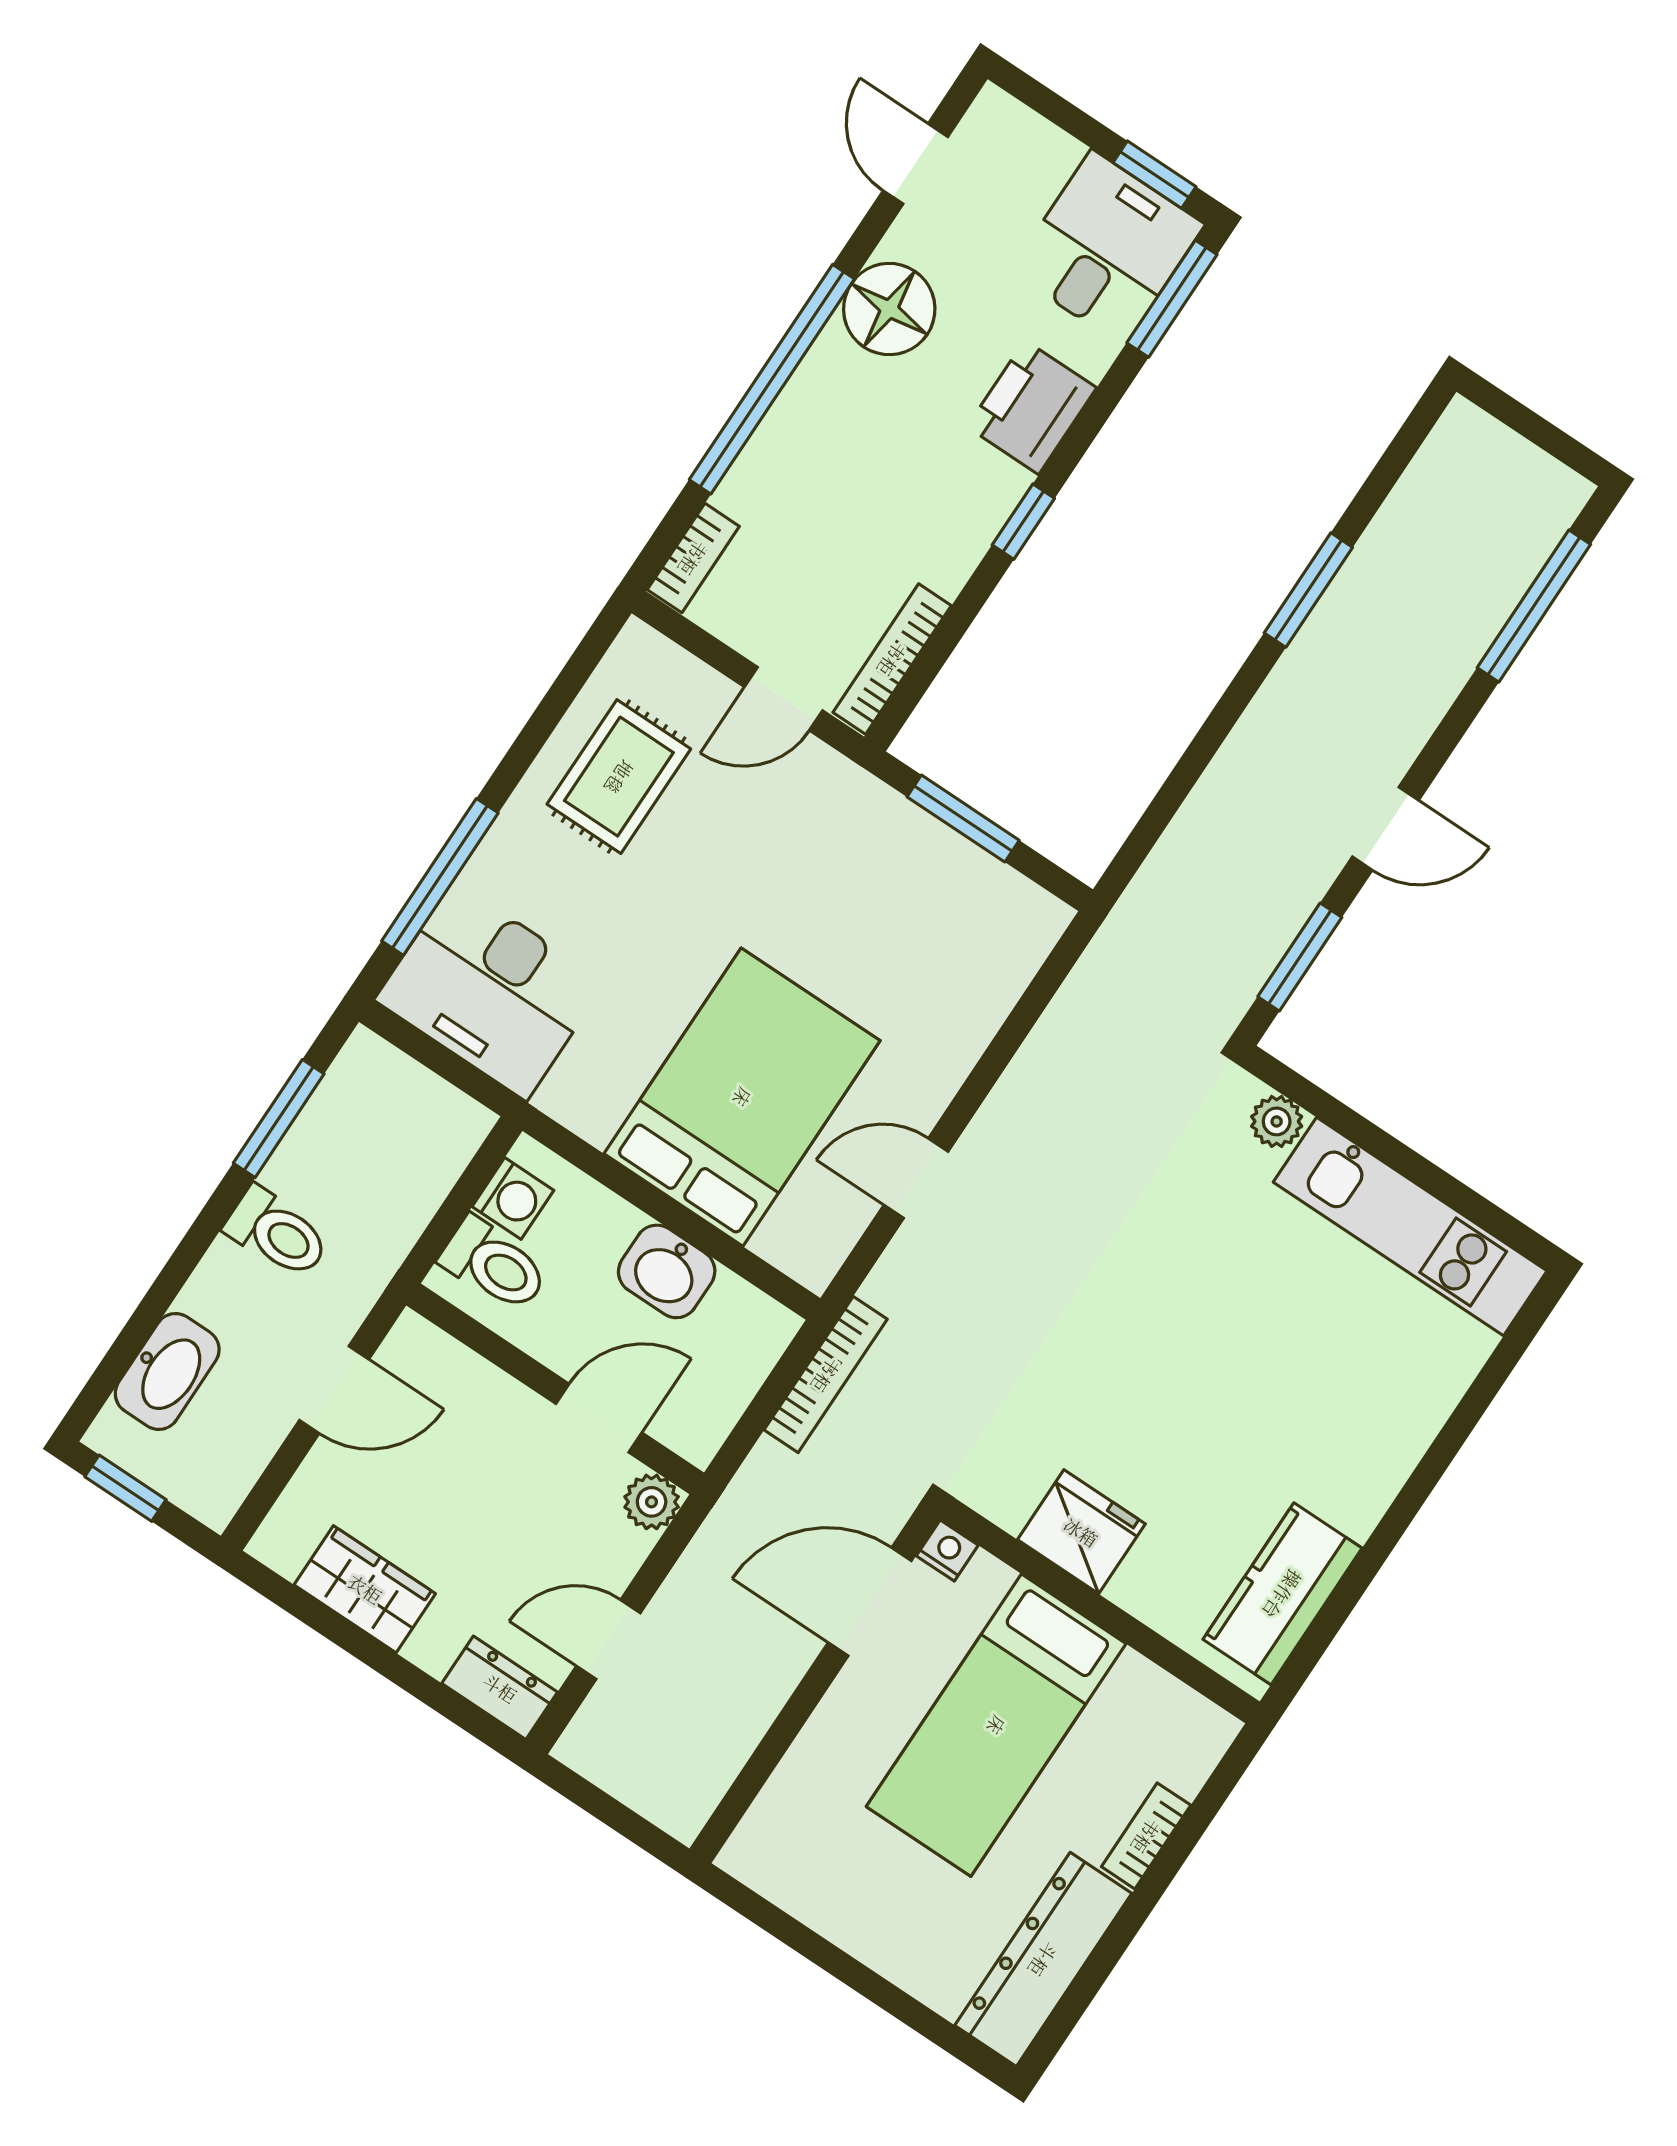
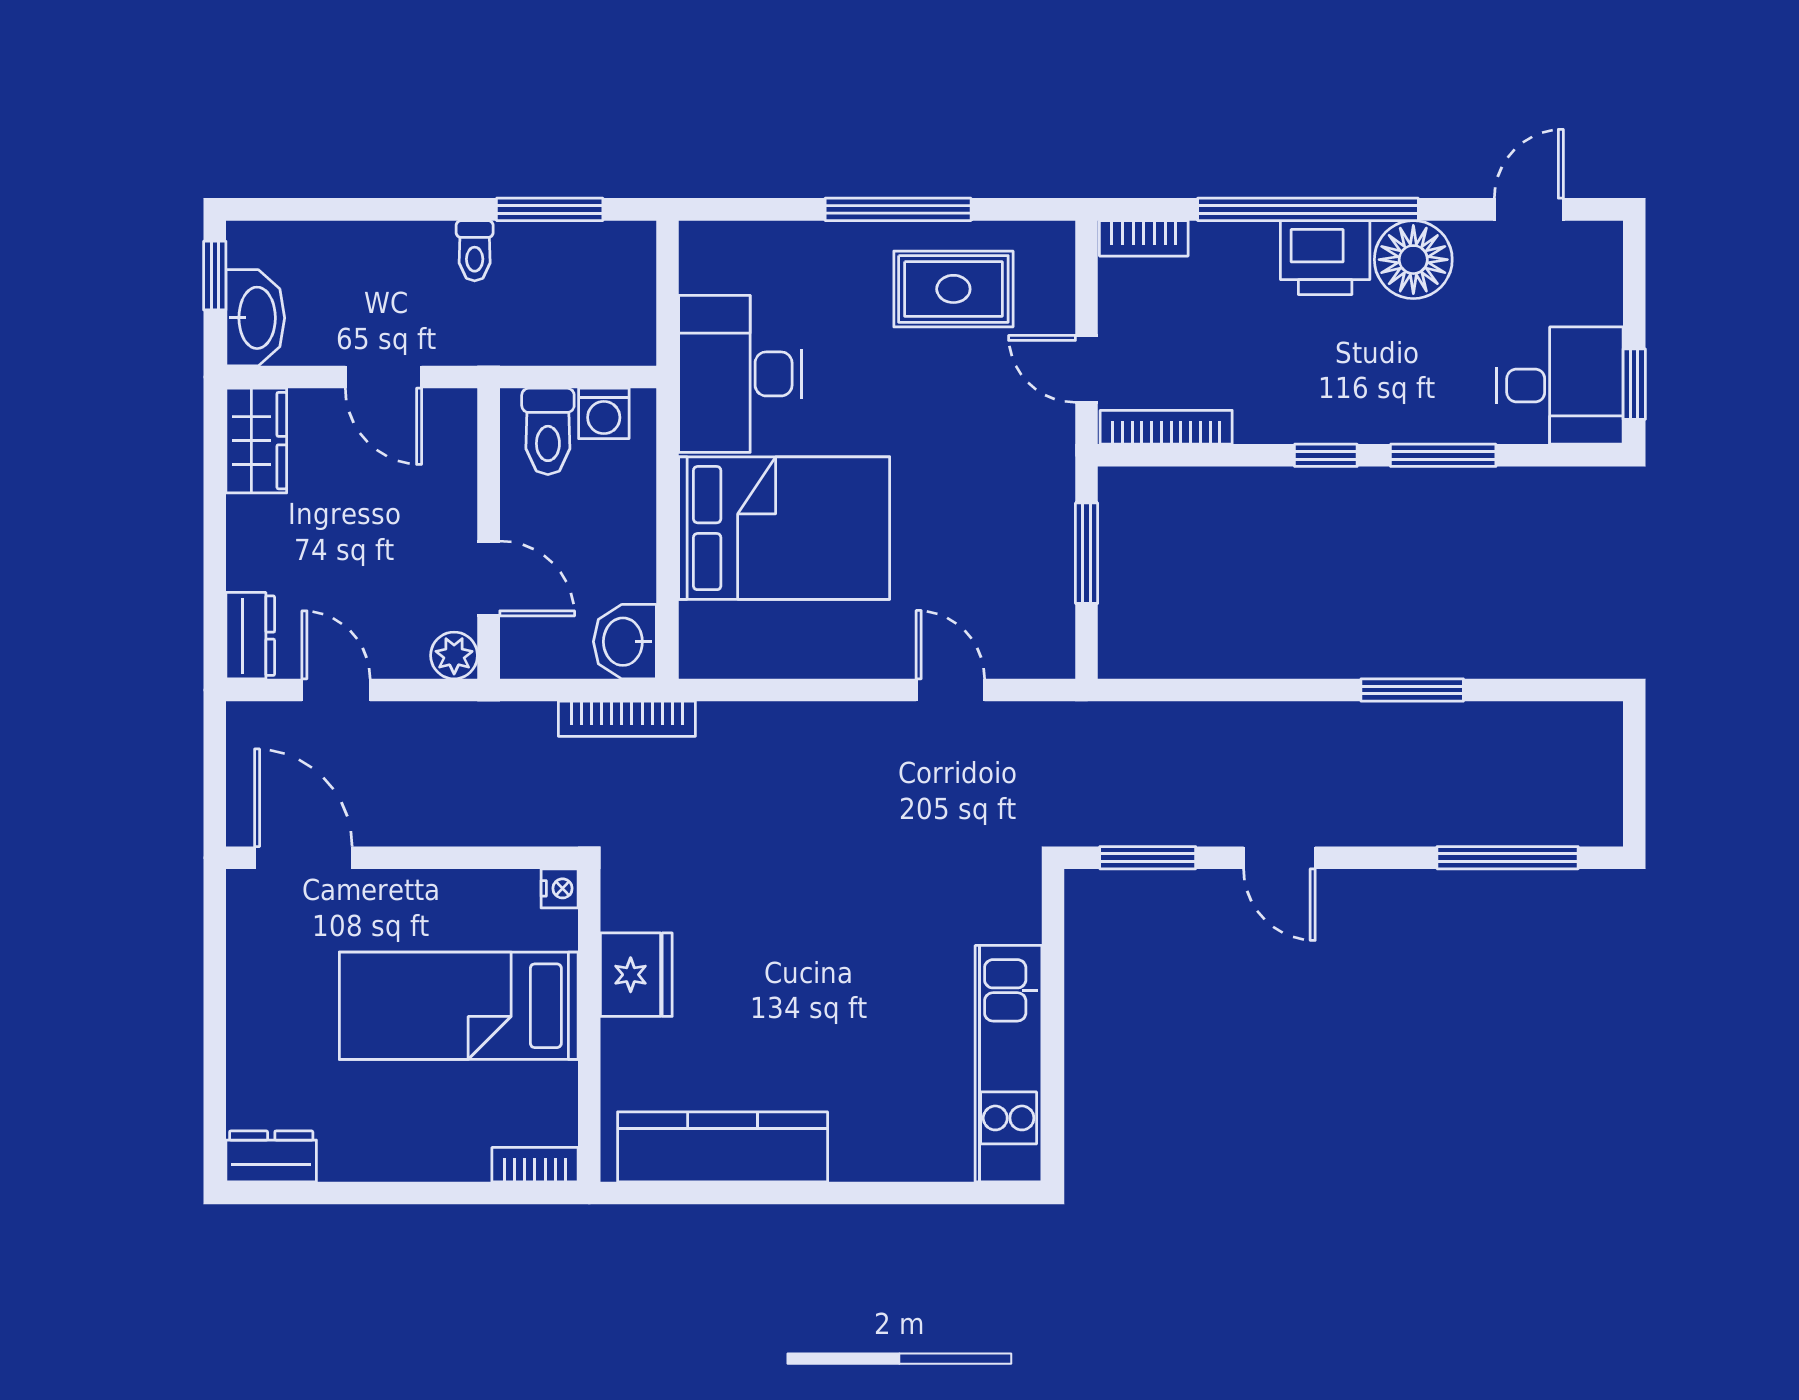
window: (1172, 299) -> (1443, 455), moved
printer: (1032, 407) -> (1325, 258), moved, turned 180
window: (440, 877) -> (898, 209), moved
desk: (490, 991) -> (740, 374), moved
plant: (1277, 1121) -> (1020, 919), removed
door: (916, 1178) -> (950, 690), moved
toilet: (277, 1233) -> (475, 251), width x0.73, depth x0.72
washbasin: (667, 1271) -> (625, 642), moved
washbasin: (167, 1371) -> (255, 318), moved, turned -90
wardrobe: (365, 1589) -> (256, 441), moved
kitchen counter: (1282, 1594) -> (723, 1147), width x1.50
door: (870, 1602) -> (303, 858), moved
bookcase: (1146, 1836) -> (535, 1165), moved
dresser: (1043, 1959) -> (271, 1156), width x0.51, depth x0.80

